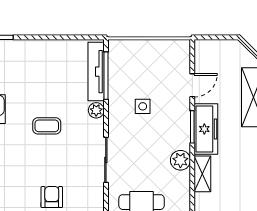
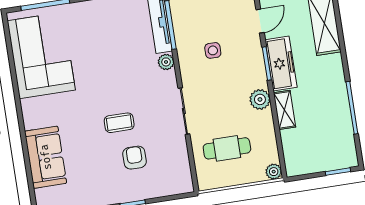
coffee table: (47, 126) -> (119, 123), moved

